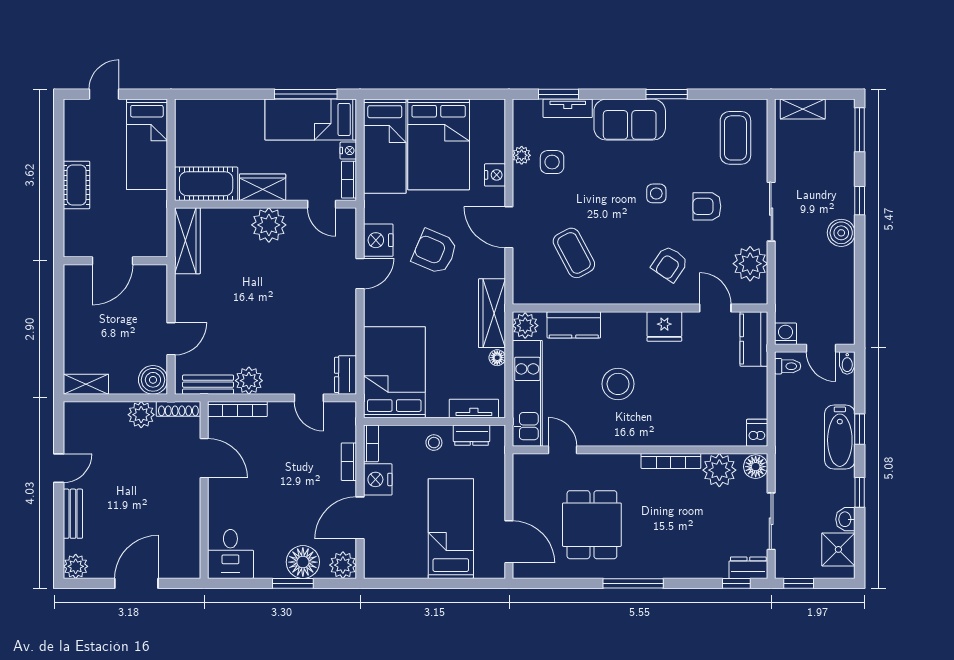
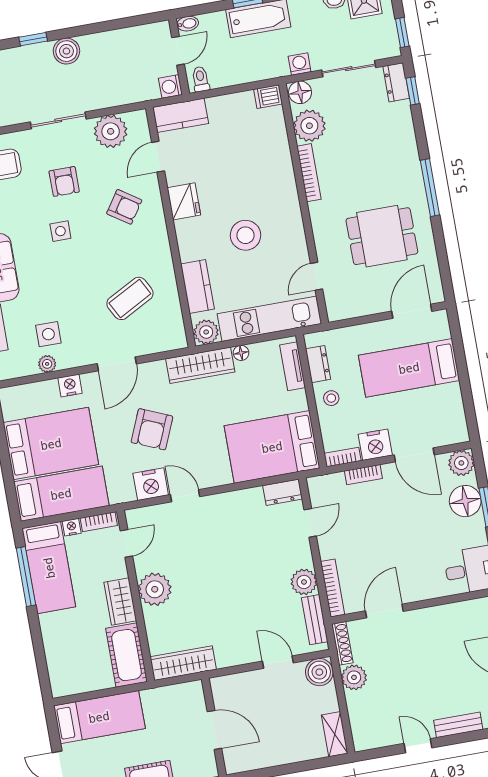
washing machine: (785, 471) -> (300, 64), added

